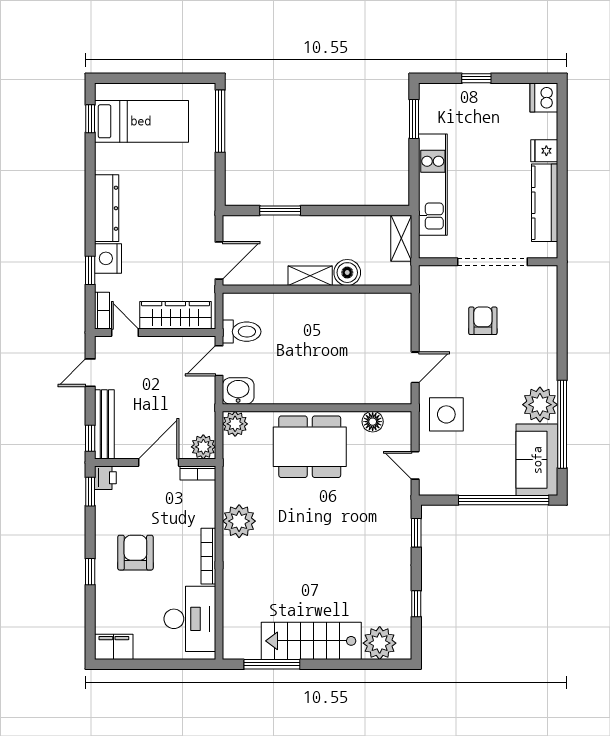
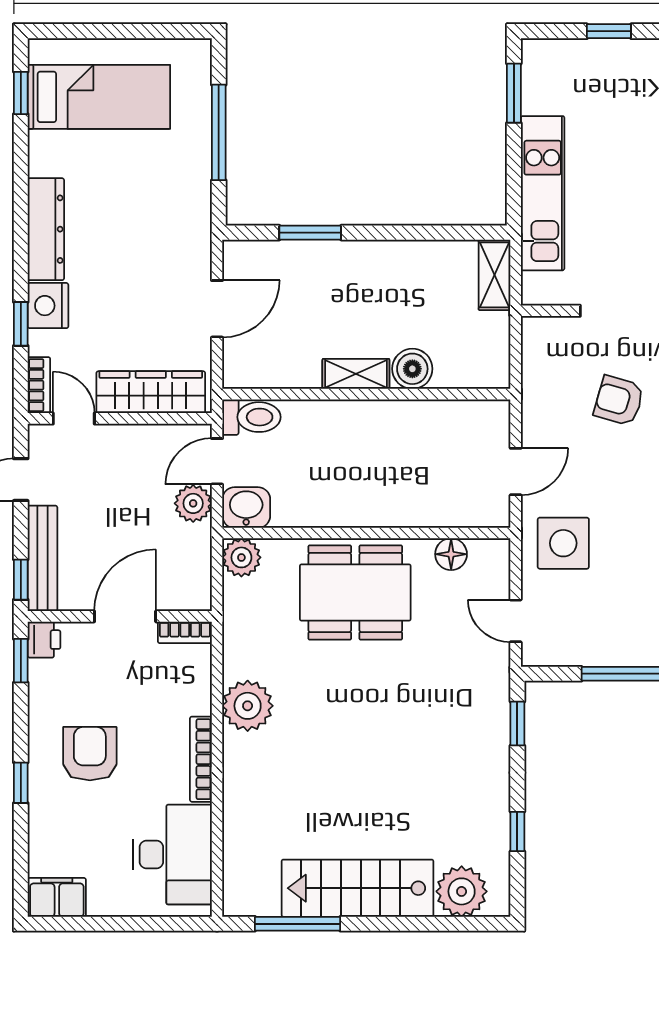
window: (220, 121) -> (219, 132), moved
boiler: (347, 273) -> (412, 369), moved
shelving: (310, 276) -> (356, 374), moved
wall: (317, 289) -> (366, 394), moved
armchair: (483, 321) -> (619, 401), turned -74
plant: (203, 447) -> (193, 503), moved

